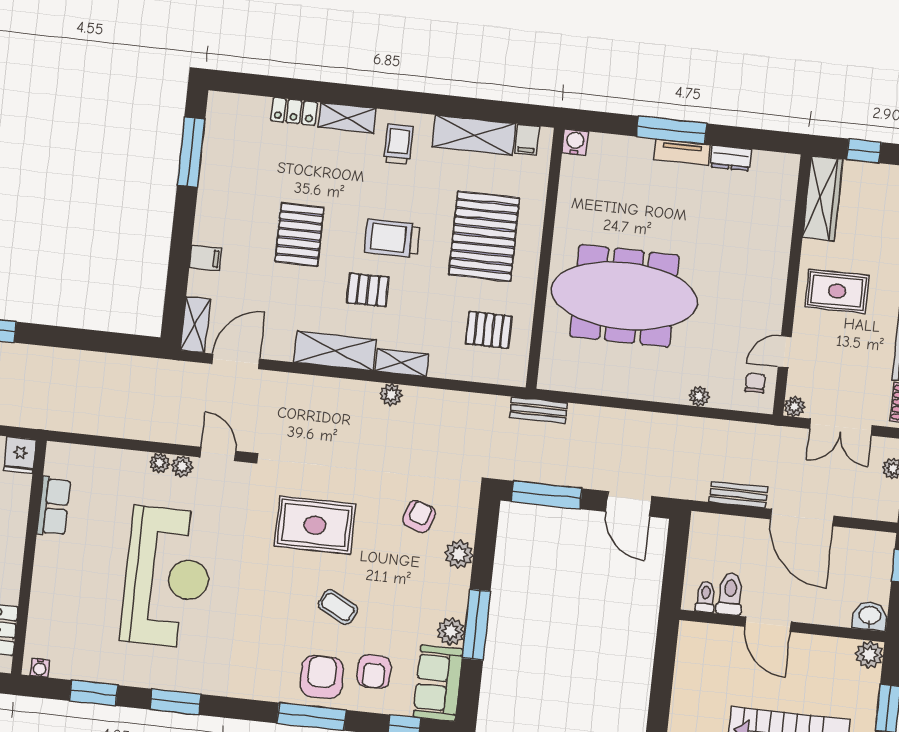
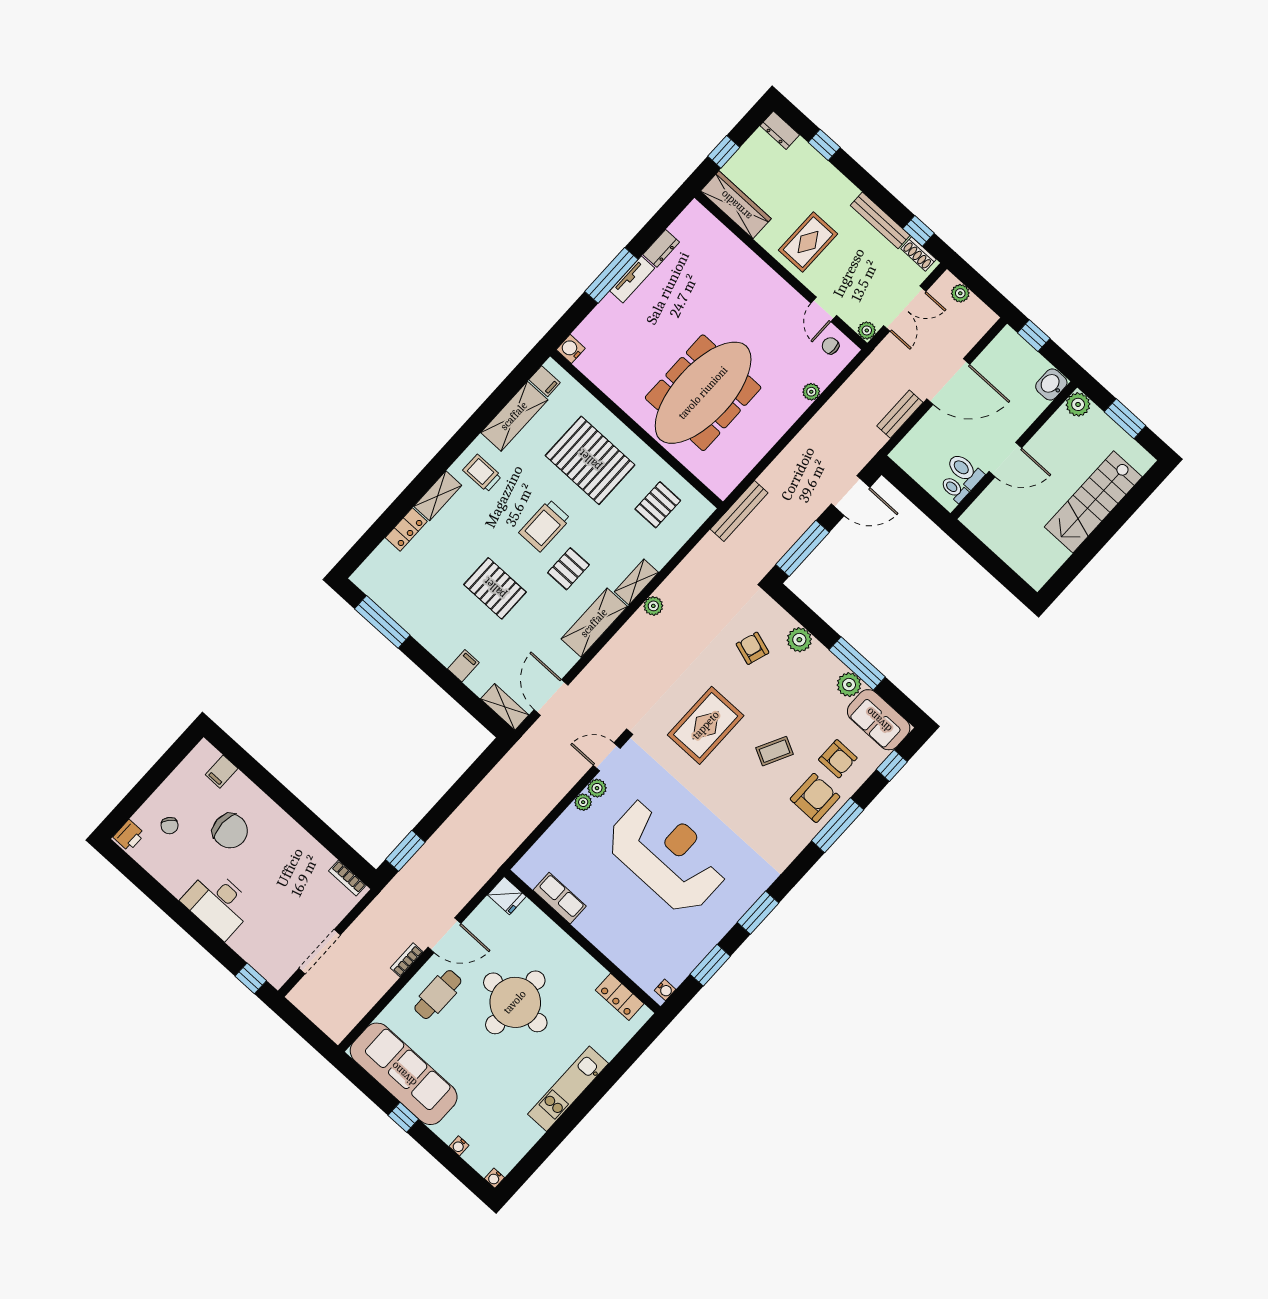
bench: (538, 410) -> (739, 511), width x1.36
armchair: (322, 677) -> (815, 798), turned 91

